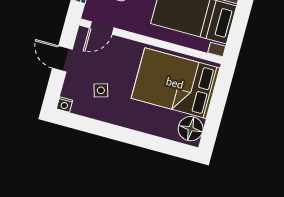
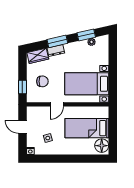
door: (102, 28) -> (57, 104), moved
bed: (175, 83) -> (87, 128), width x0.67

